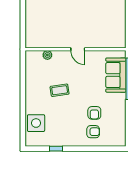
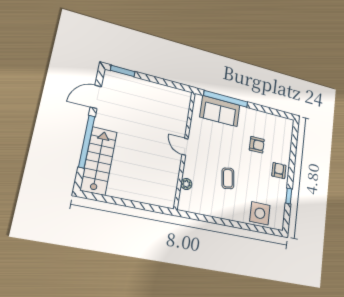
door: (78, 49) -> (185, 147), swing flipped
armchair: (93, 132) -> (279, 171), moved

